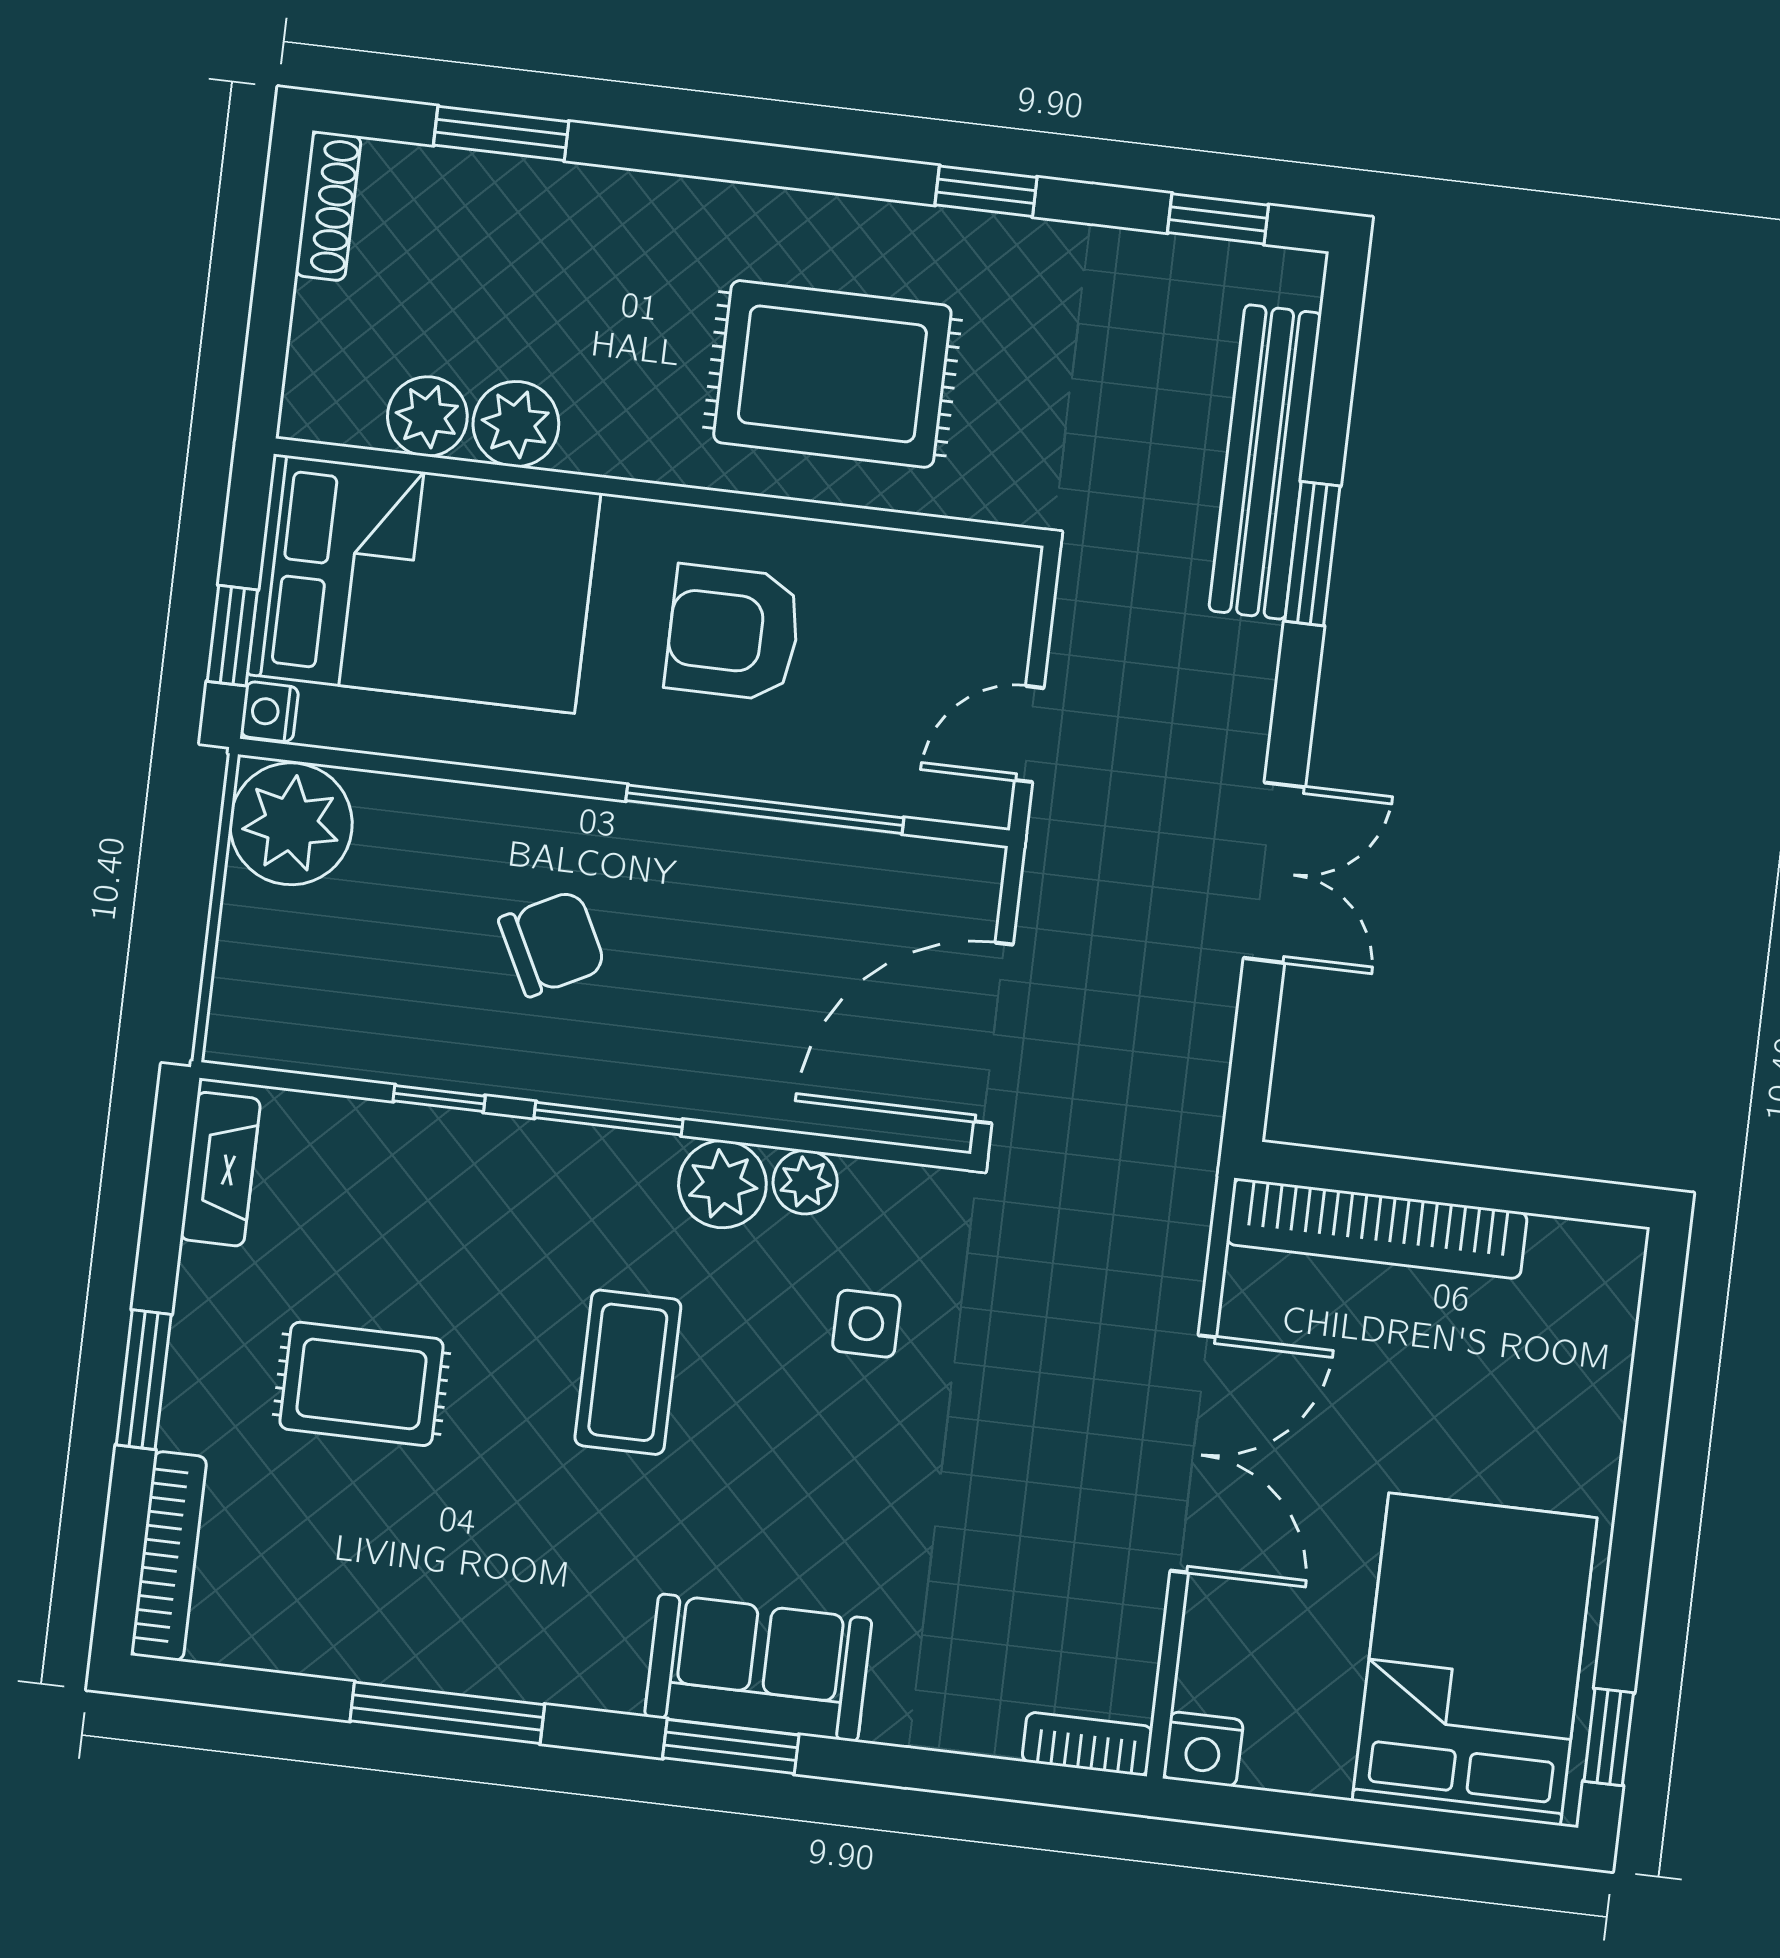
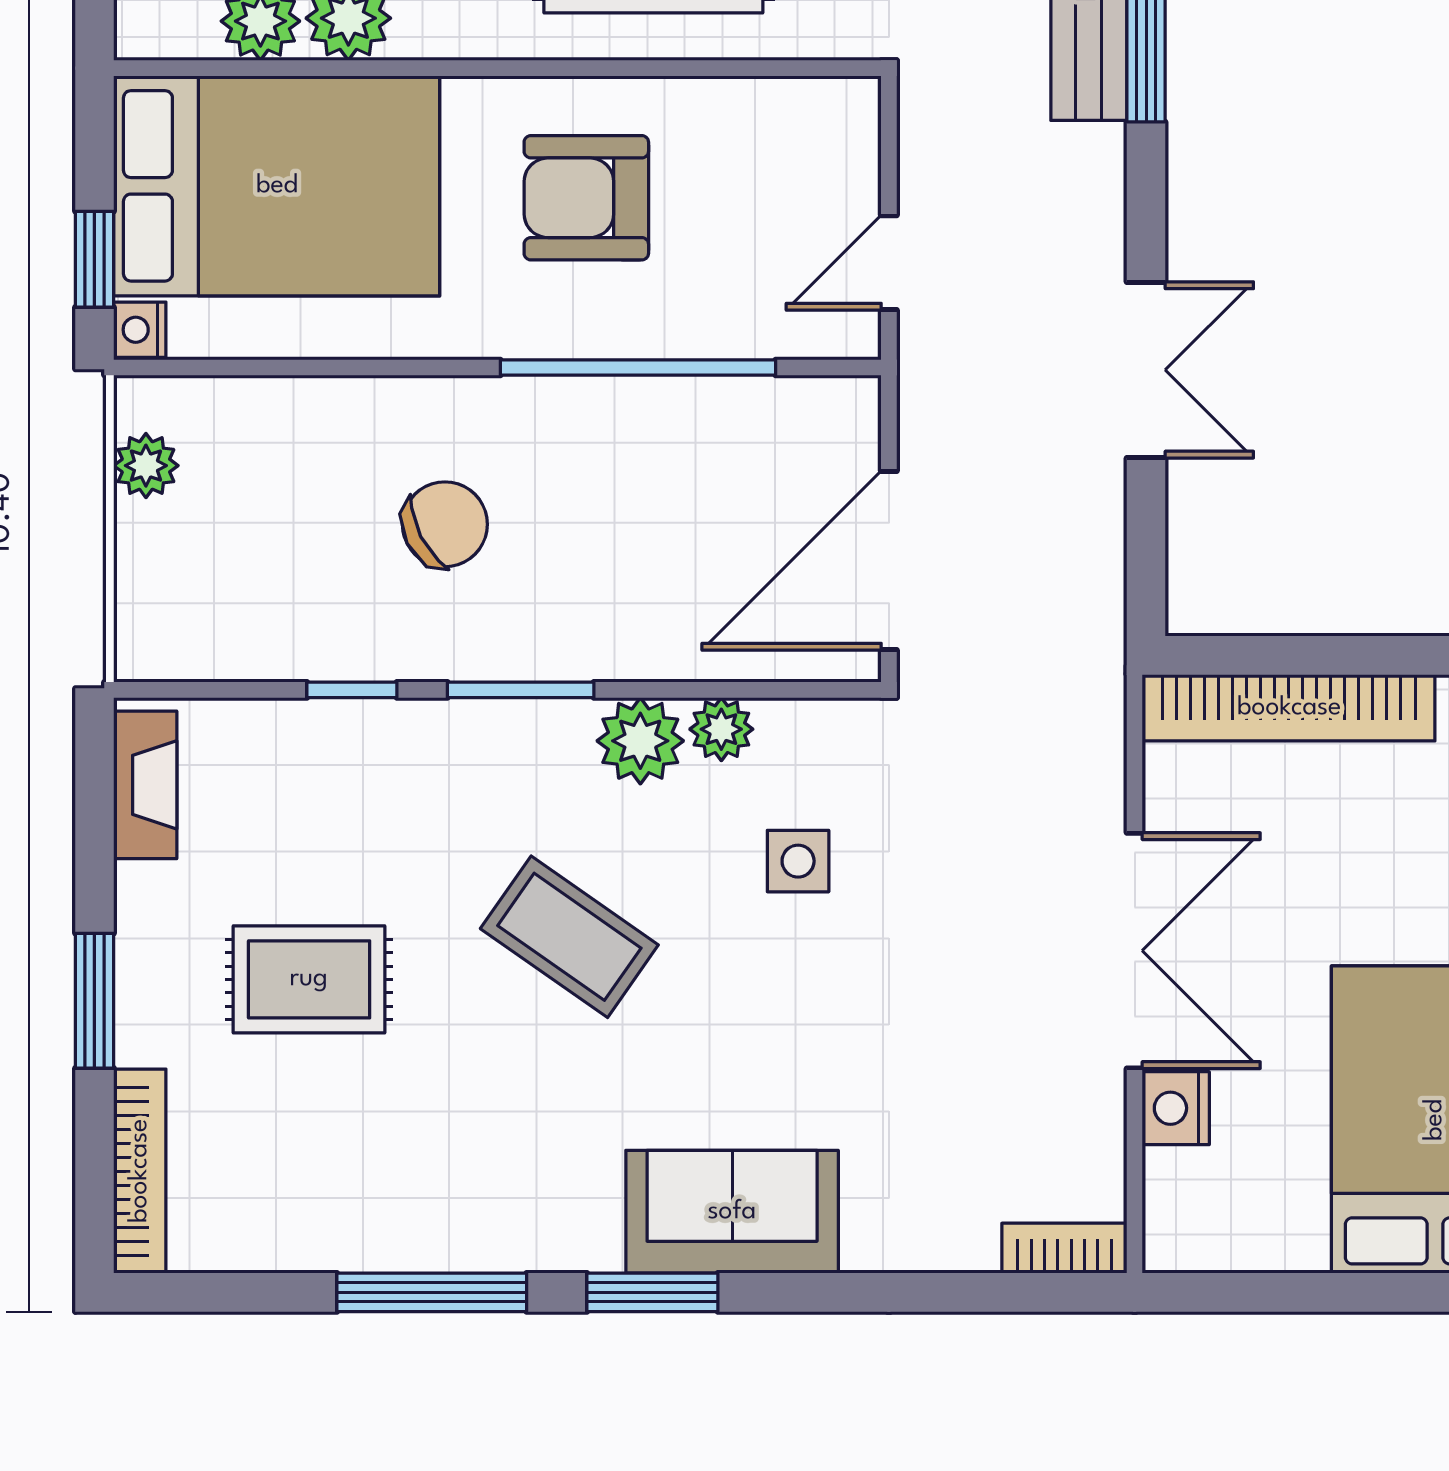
plant: (291, 824) -> (146, 466), width x0.53, depth x0.53
coffee table: (628, 1372) -> (569, 937), turned -55
window: (731, 1746) -> (652, 1292), moved
nightstand: (1203, 1749) -> (1176, 1108), moved, turned 90

